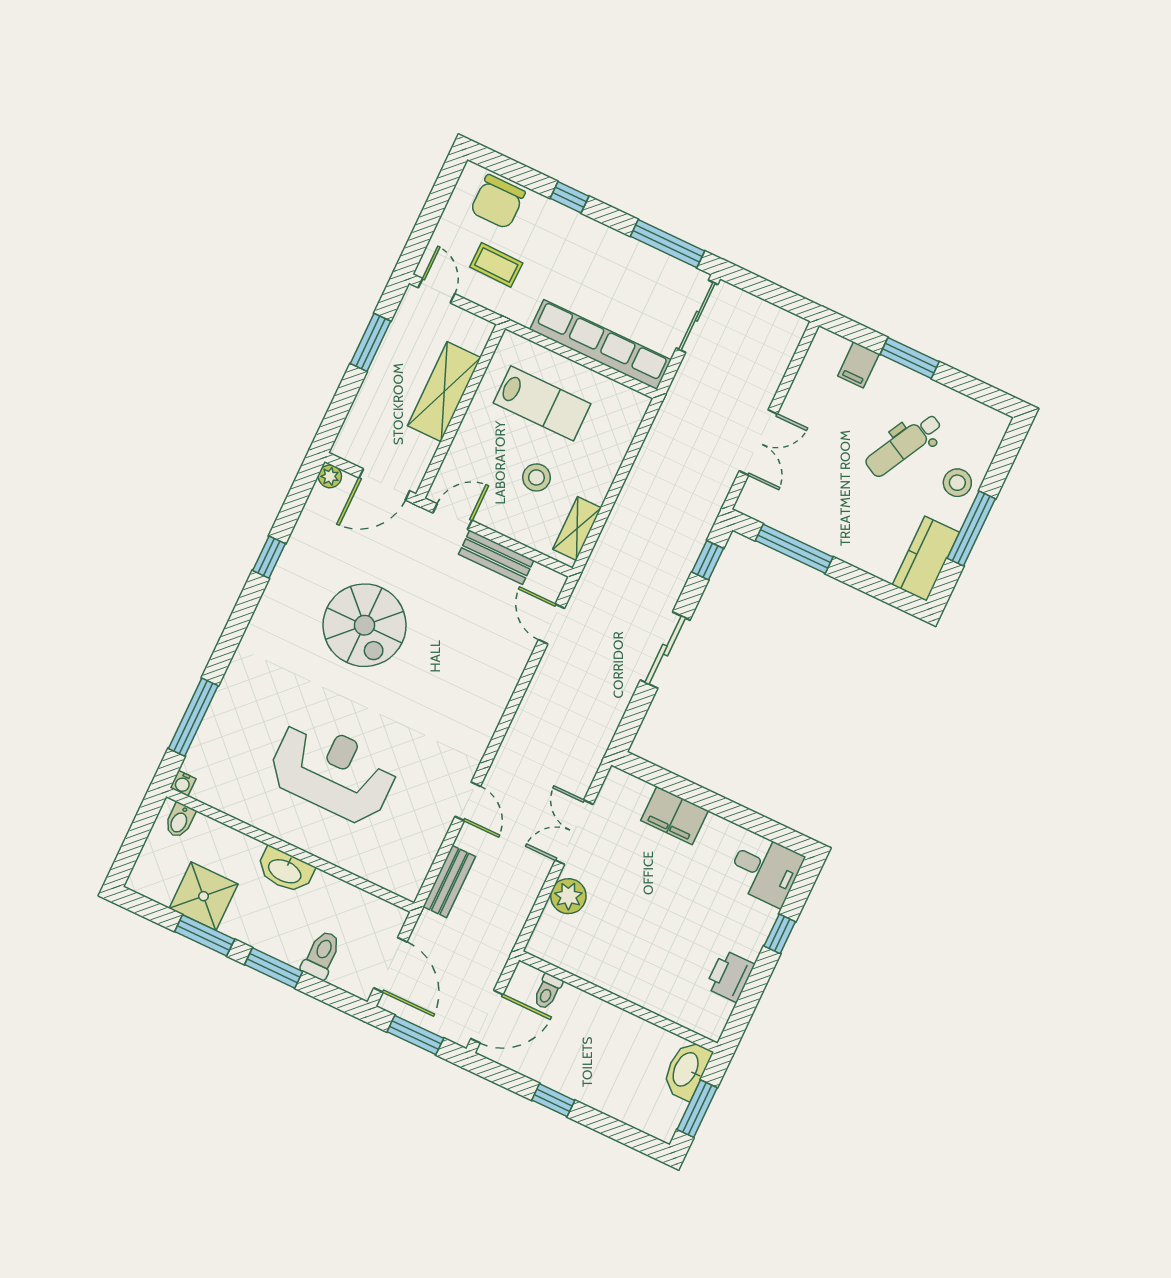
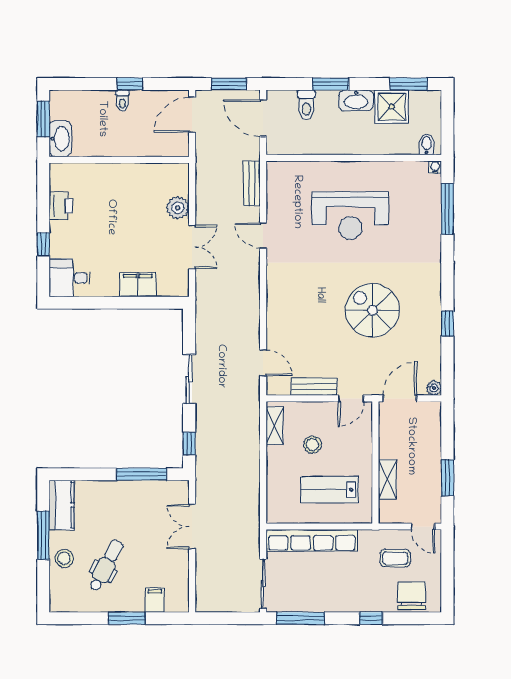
shelving: (444, 392) -> (387, 480), width x0.67, depth x0.75
washbasin: (285, 870) -> (356, 100), moved, turned 180
window: (205, 935) -> (408, 84), moved
toilet: (548, 992) -> (122, 101), moved, turned 180

